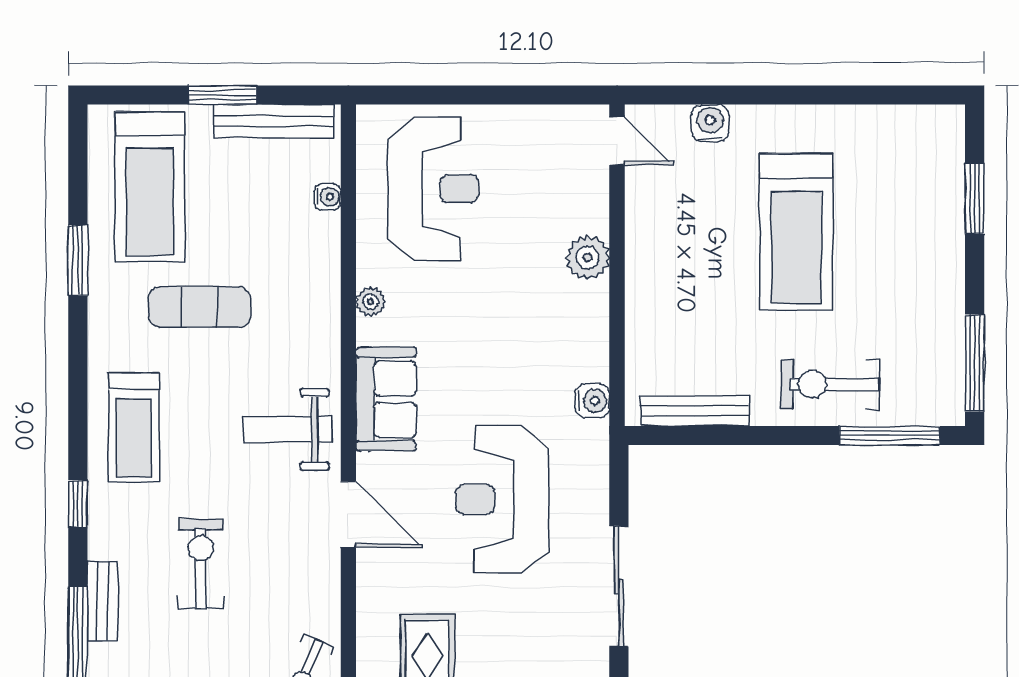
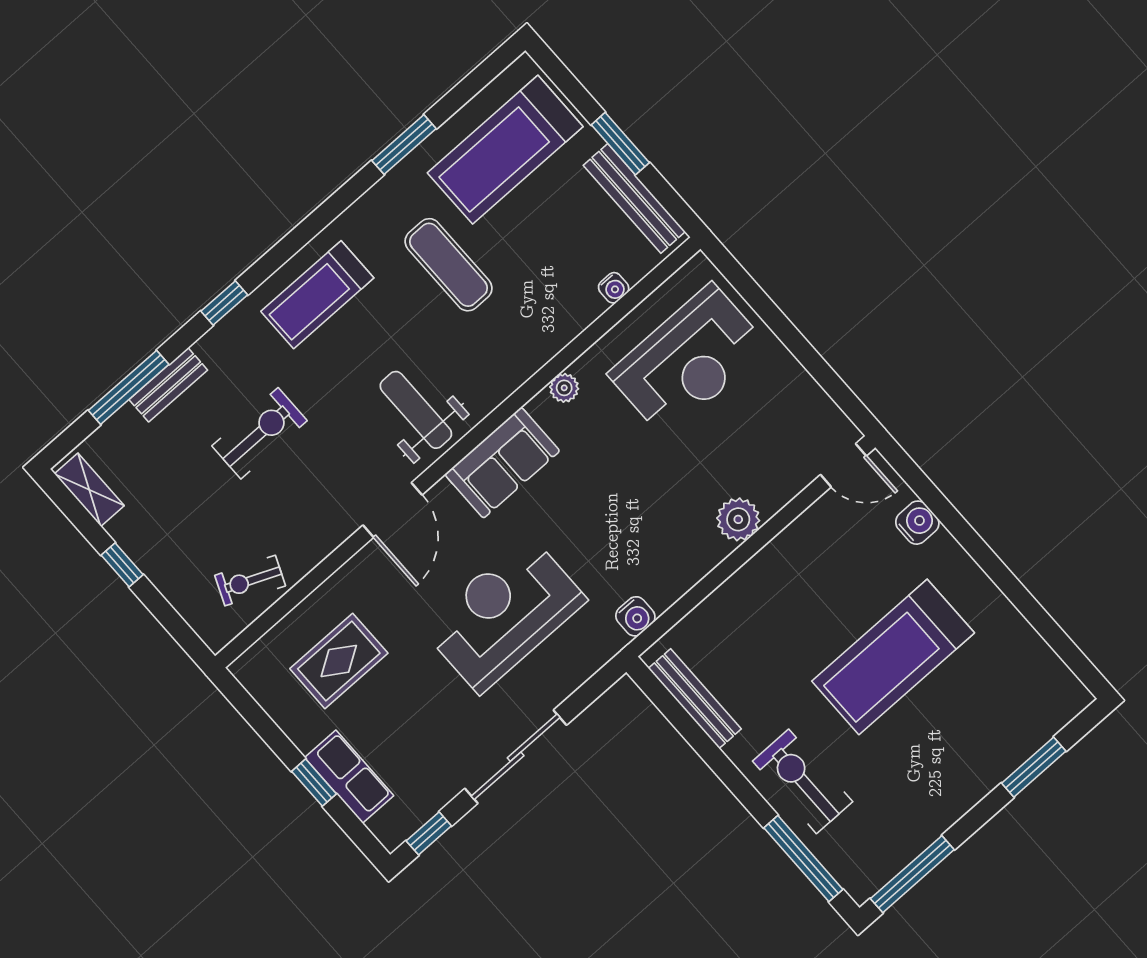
door: (617, 141) -> (843, 465), hinge flipped

